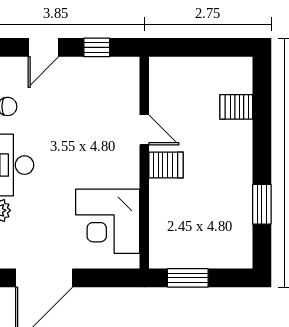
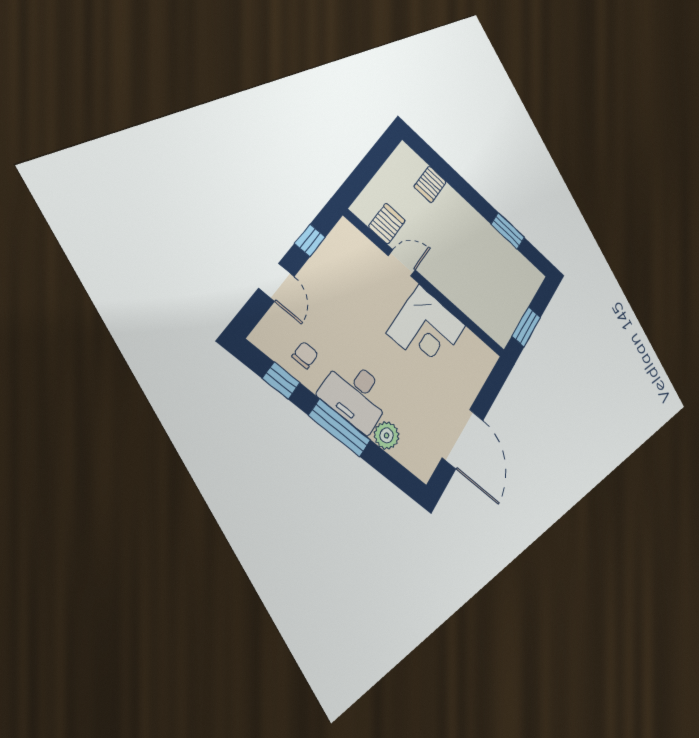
server rack: (166, 165) -> (387, 224), moved
corner desk: (108, 221) -> (427, 329), moved

